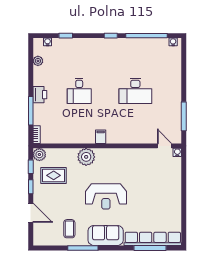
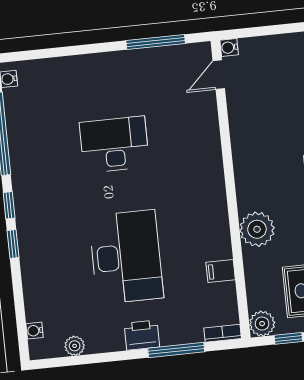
window: (66, 36) -> (13, 244), moved
desk: (79, 91) -> (126, 257), width x1.87, depth x1.30
desk: (135, 91) -> (114, 144), turned -90
filing cabinet: (101, 137) -> (221, 271), moved

